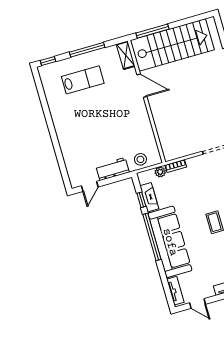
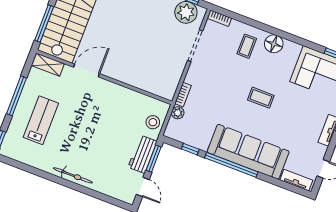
bicycle: (61, 131) -> (73, 175), added
window: (115, 179) -> (154, 159), added
fireplace: (149, 197) -> (193, 140), removed

